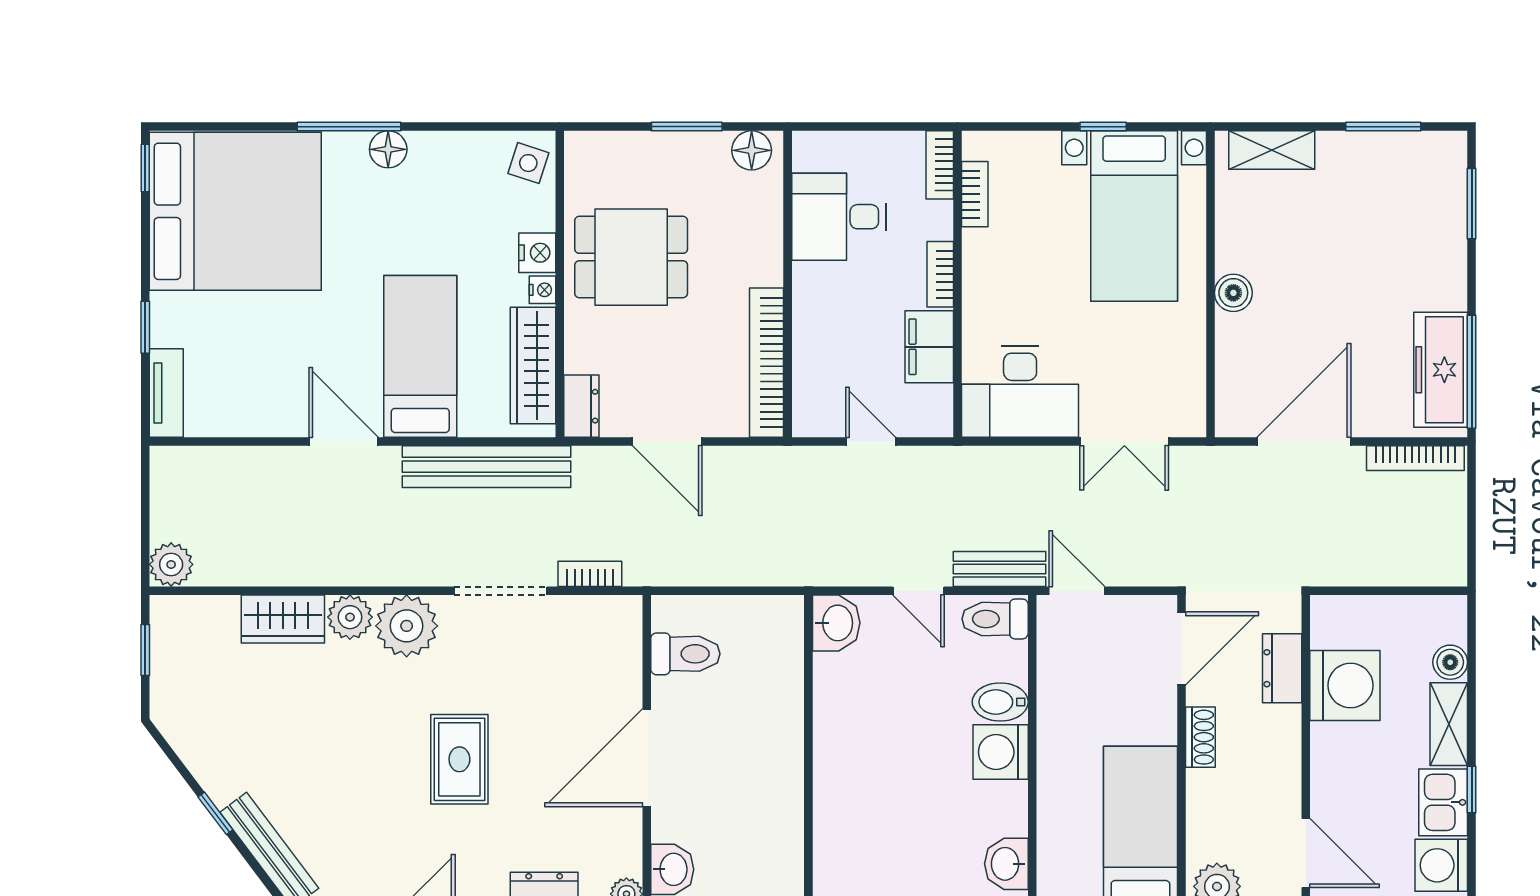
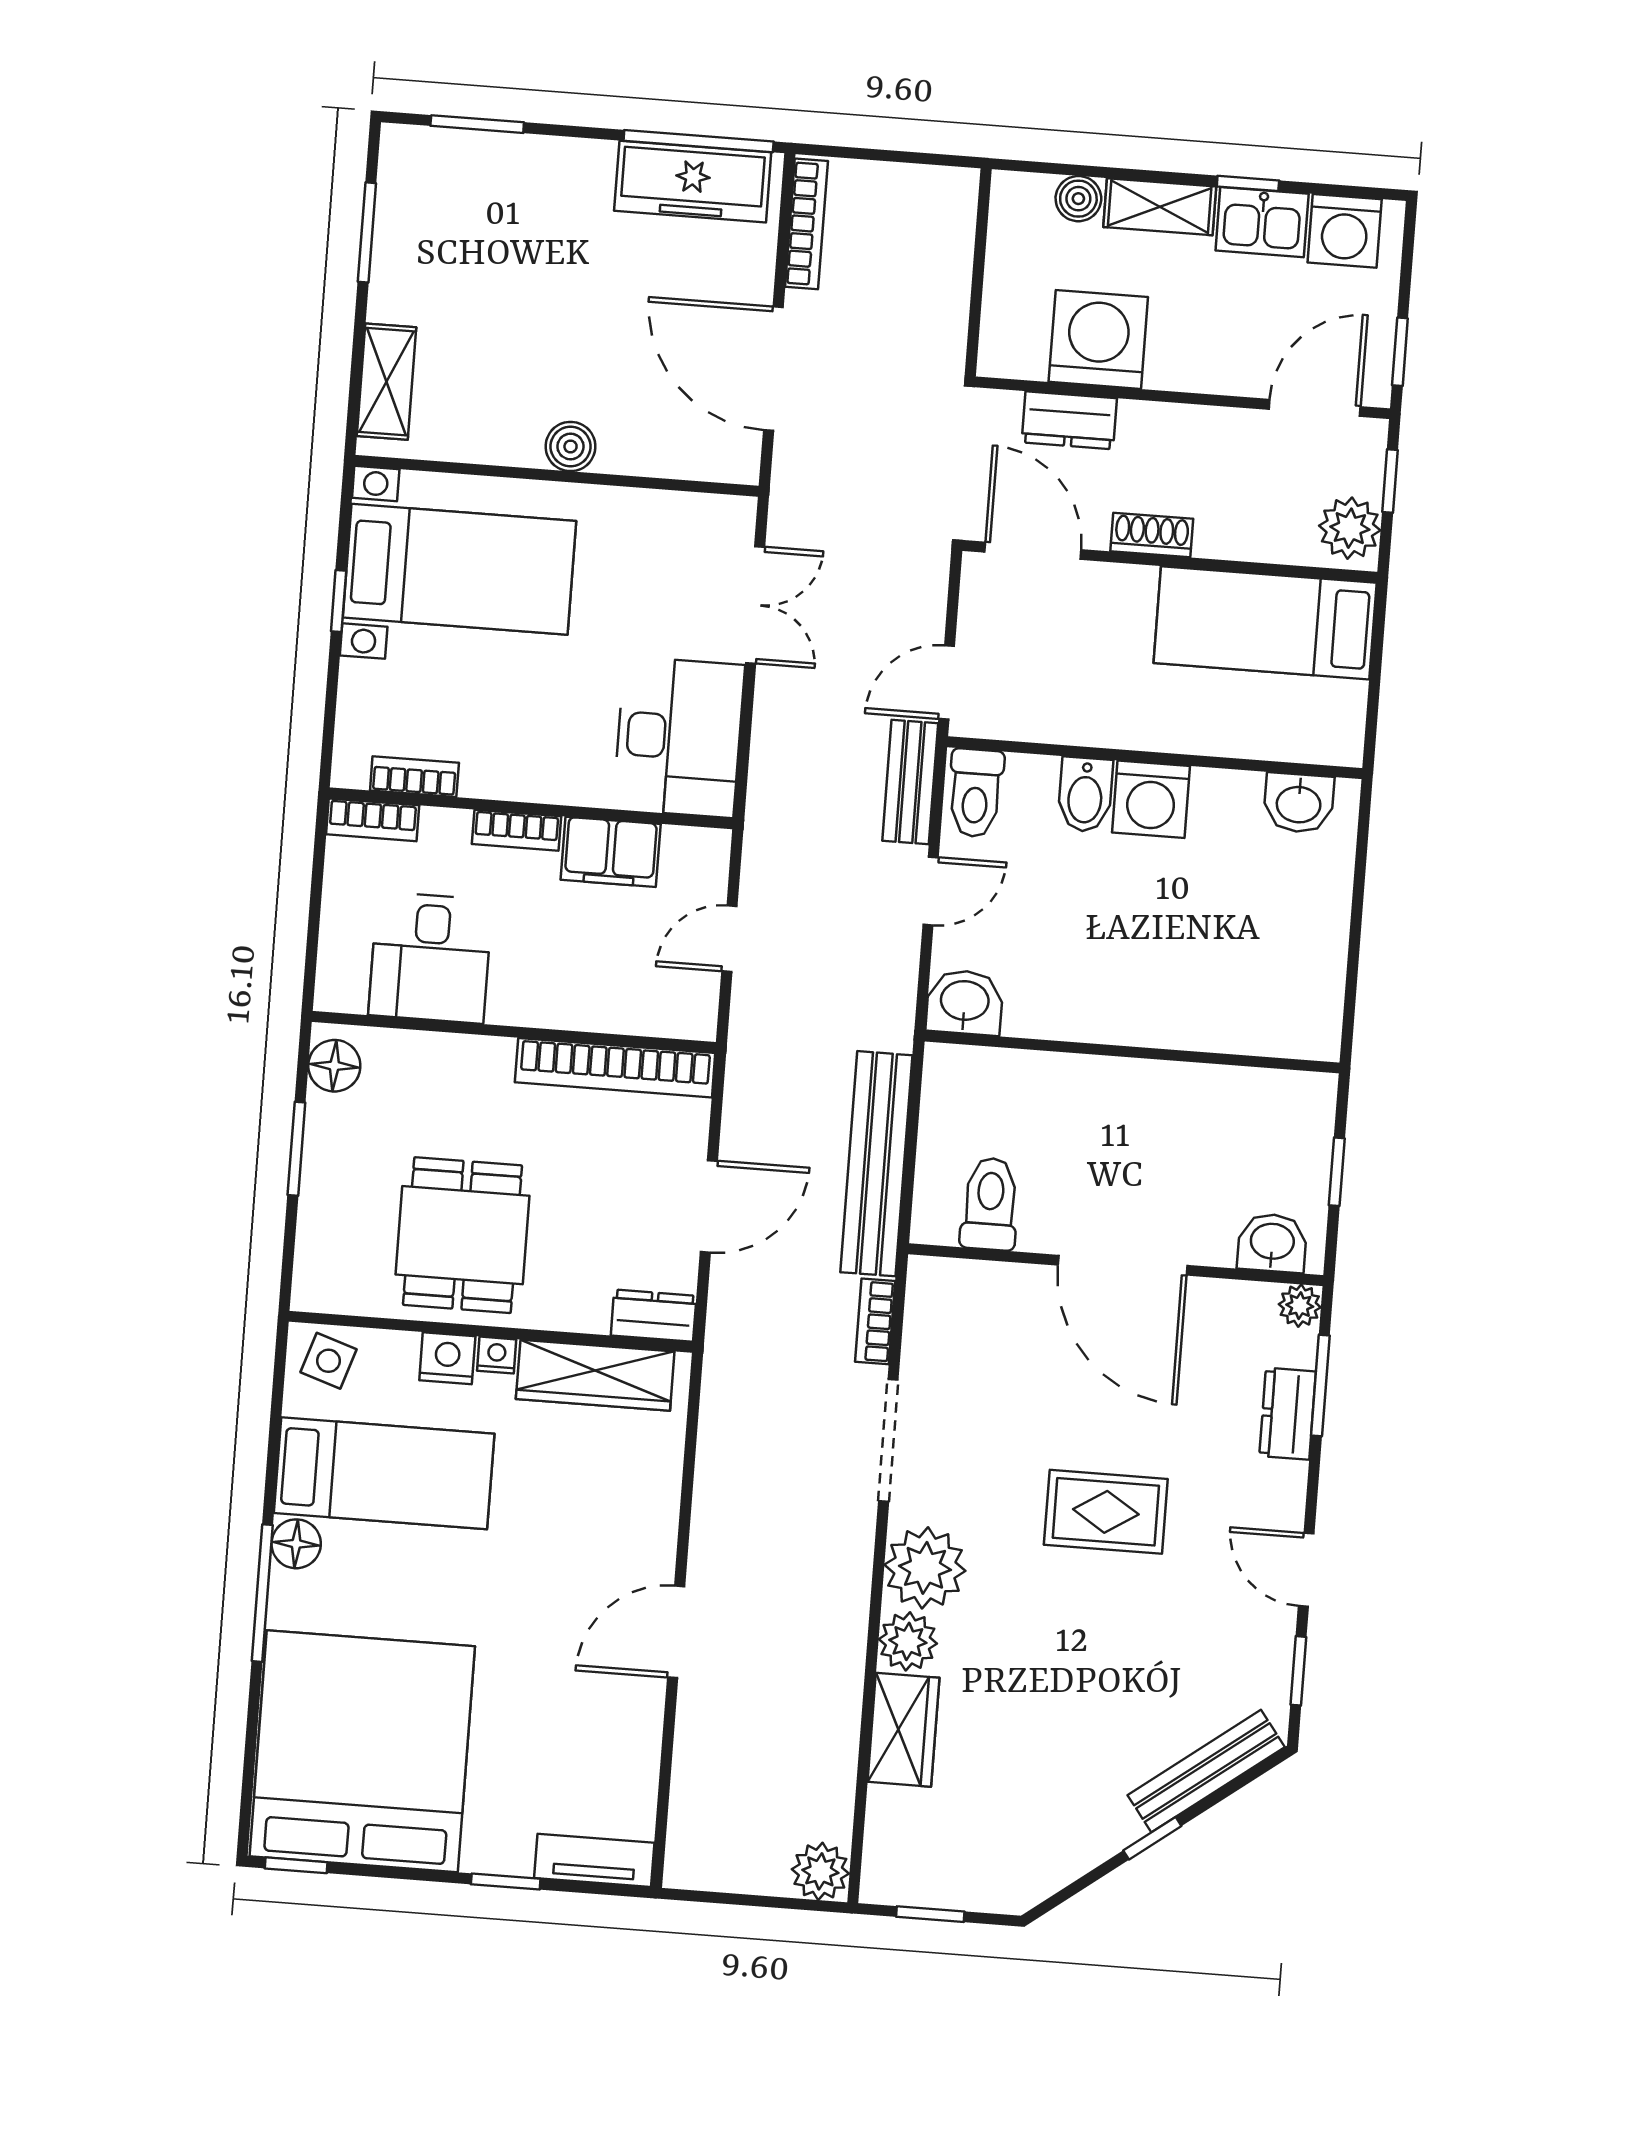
bed: (420, 356) -> (384, 1473), moved, turned 180
bench: (486, 467) -> (876, 1164), moved

